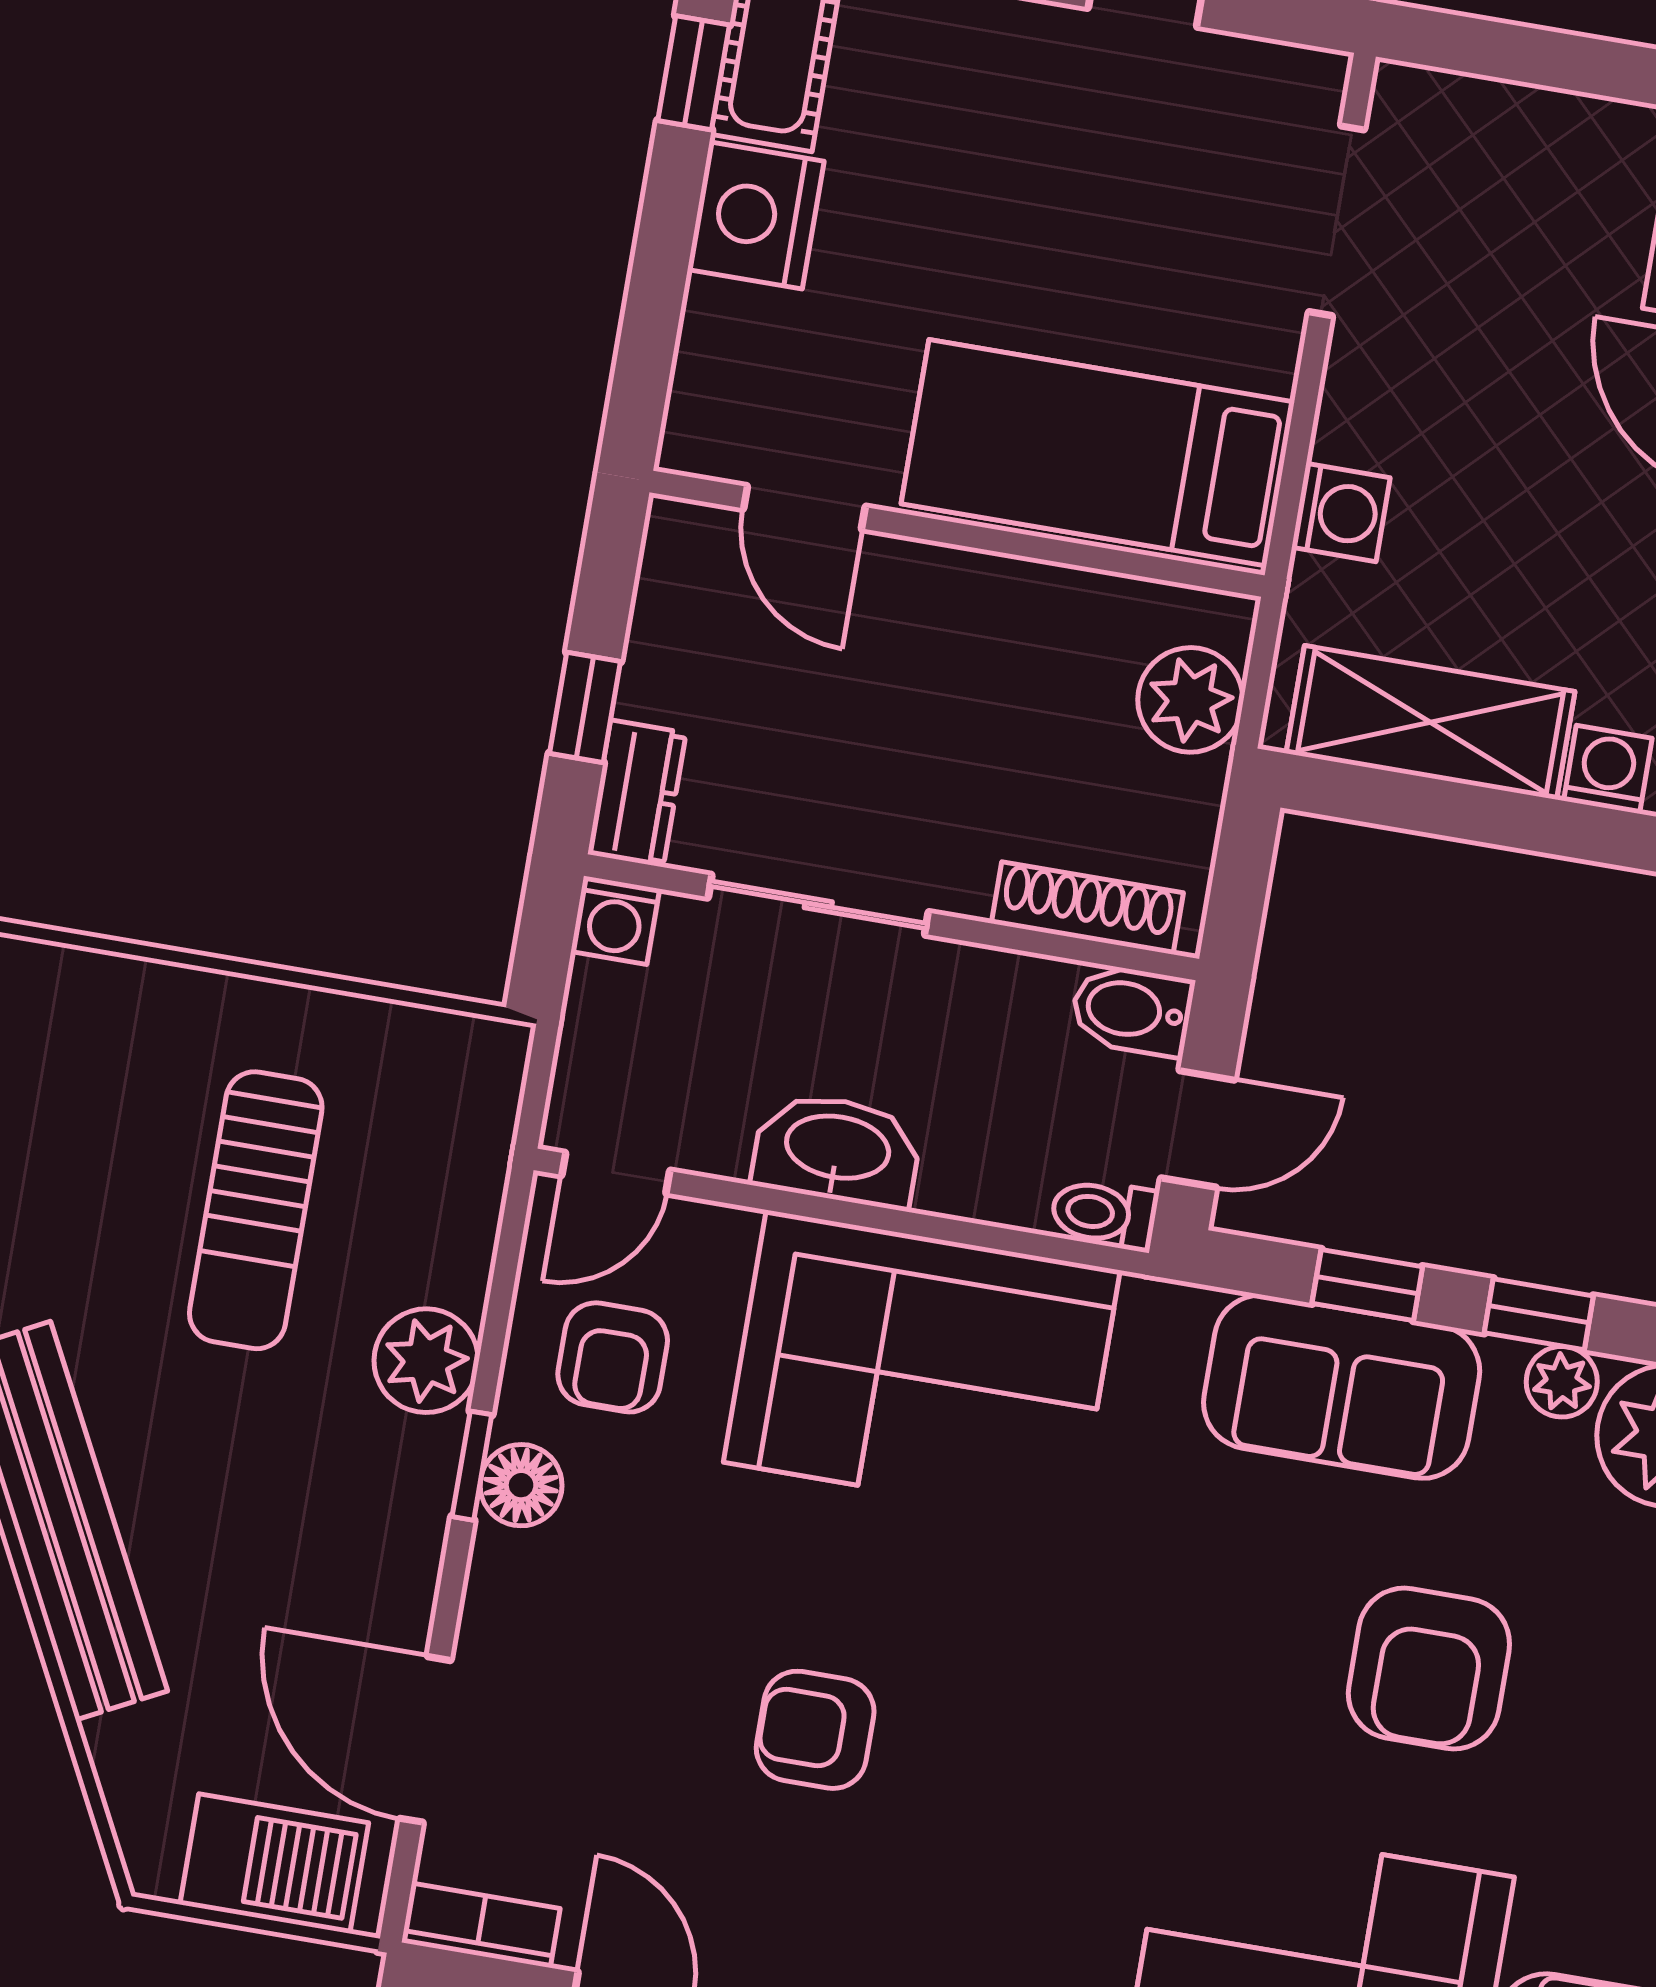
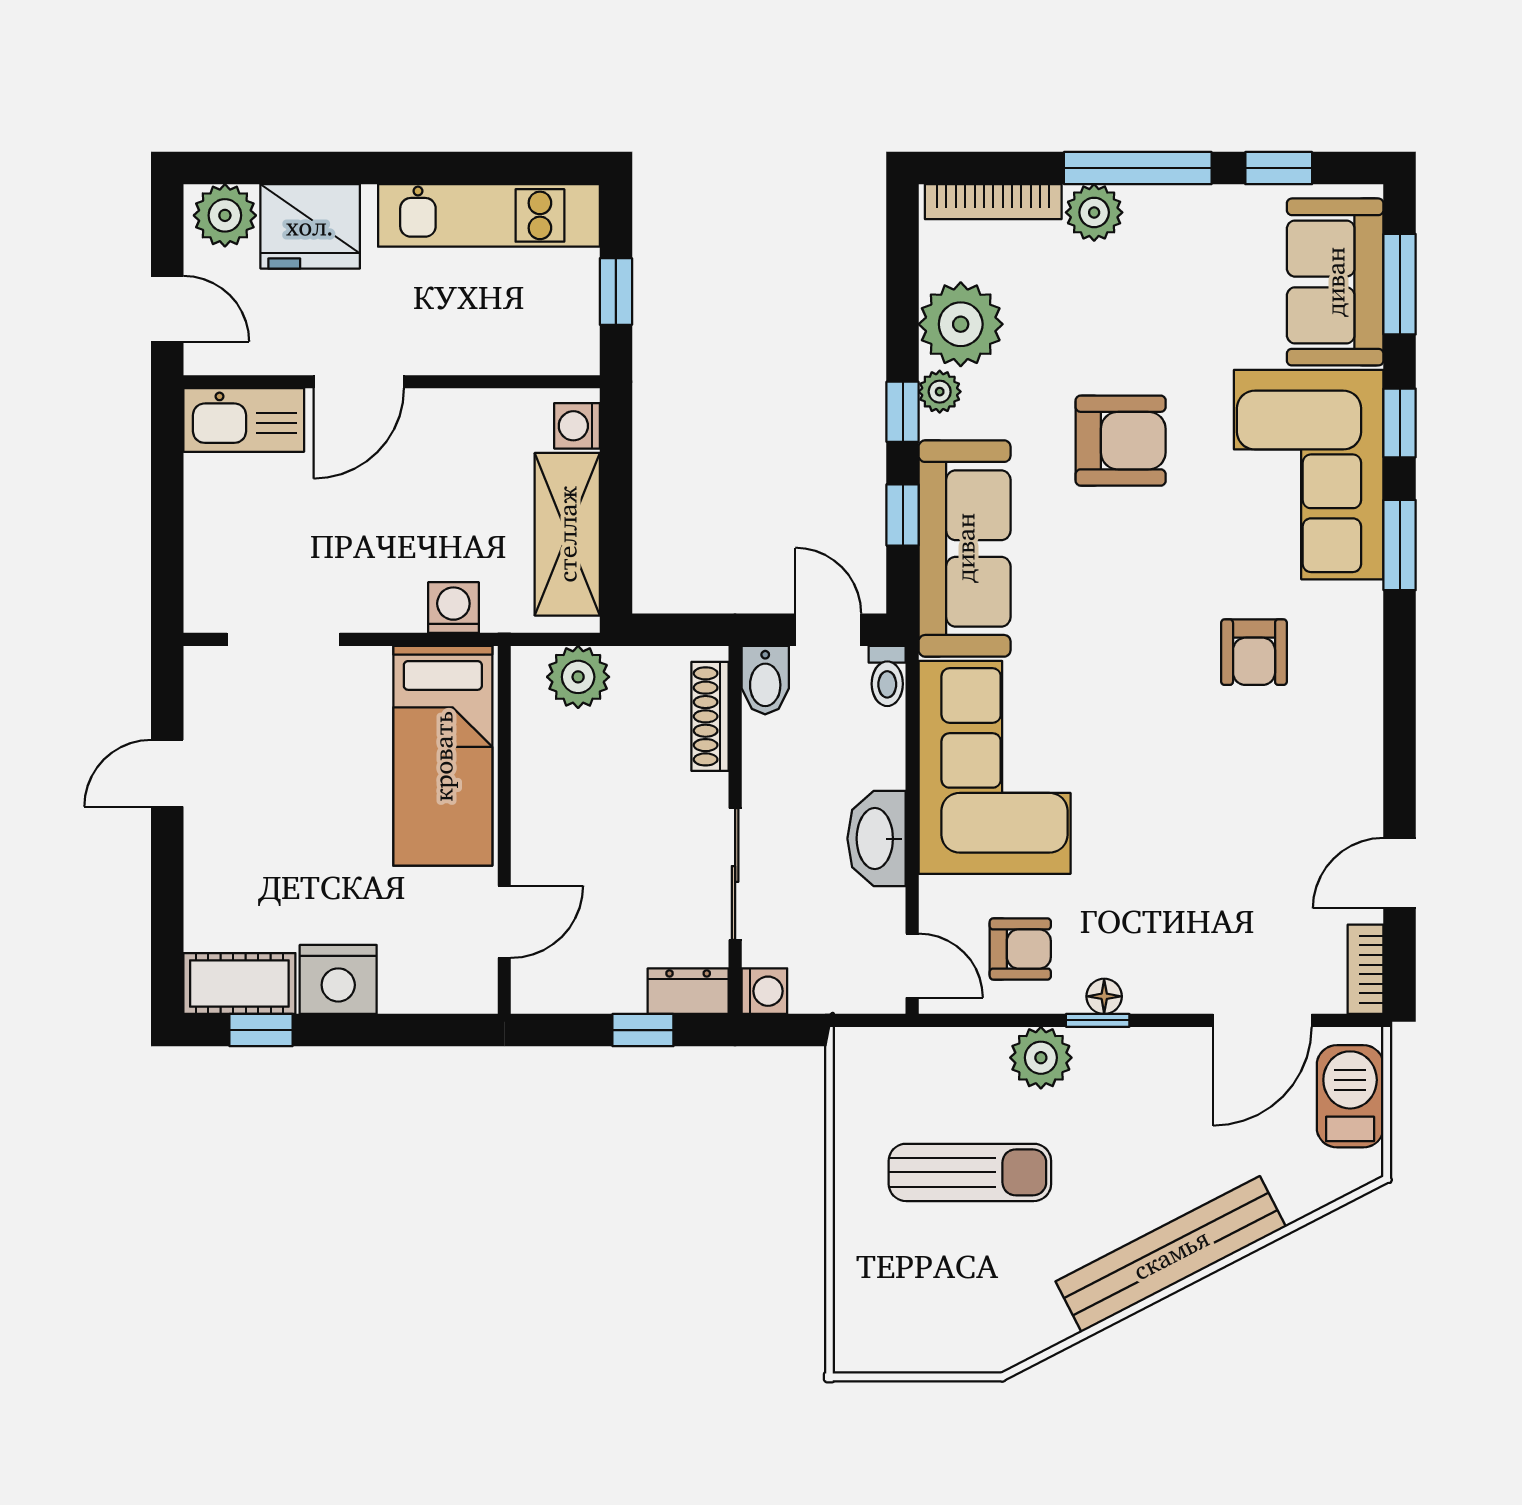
sofa: (1342, 1387) -> (965, 548), width x1.36
floor lamp: (521, 1485) -> (1104, 996), width x0.73, depth x0.73
armchair: (815, 1730) -> (1254, 652), moved

